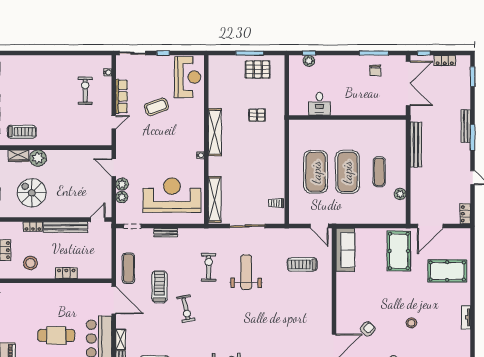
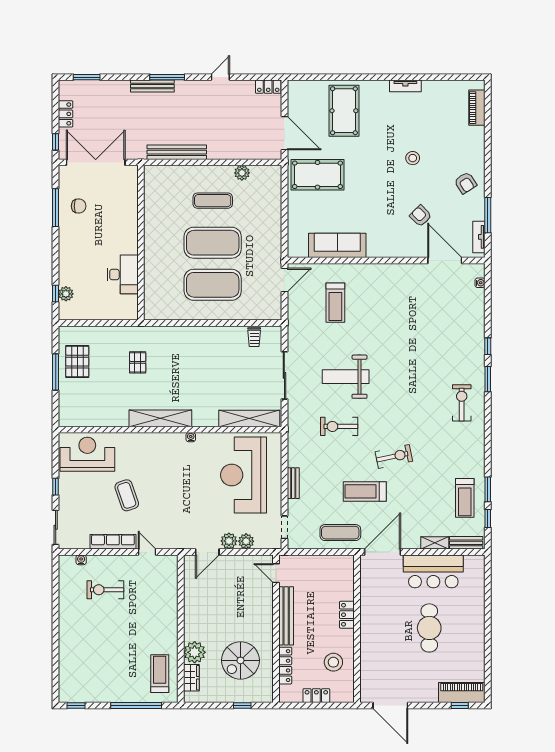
desk: (319, 104) -> (123, 274), width x1.37
locker: (33, 227) -> (285, 666), width x1.53
sofa: (345, 250) -> (337, 245), moved

